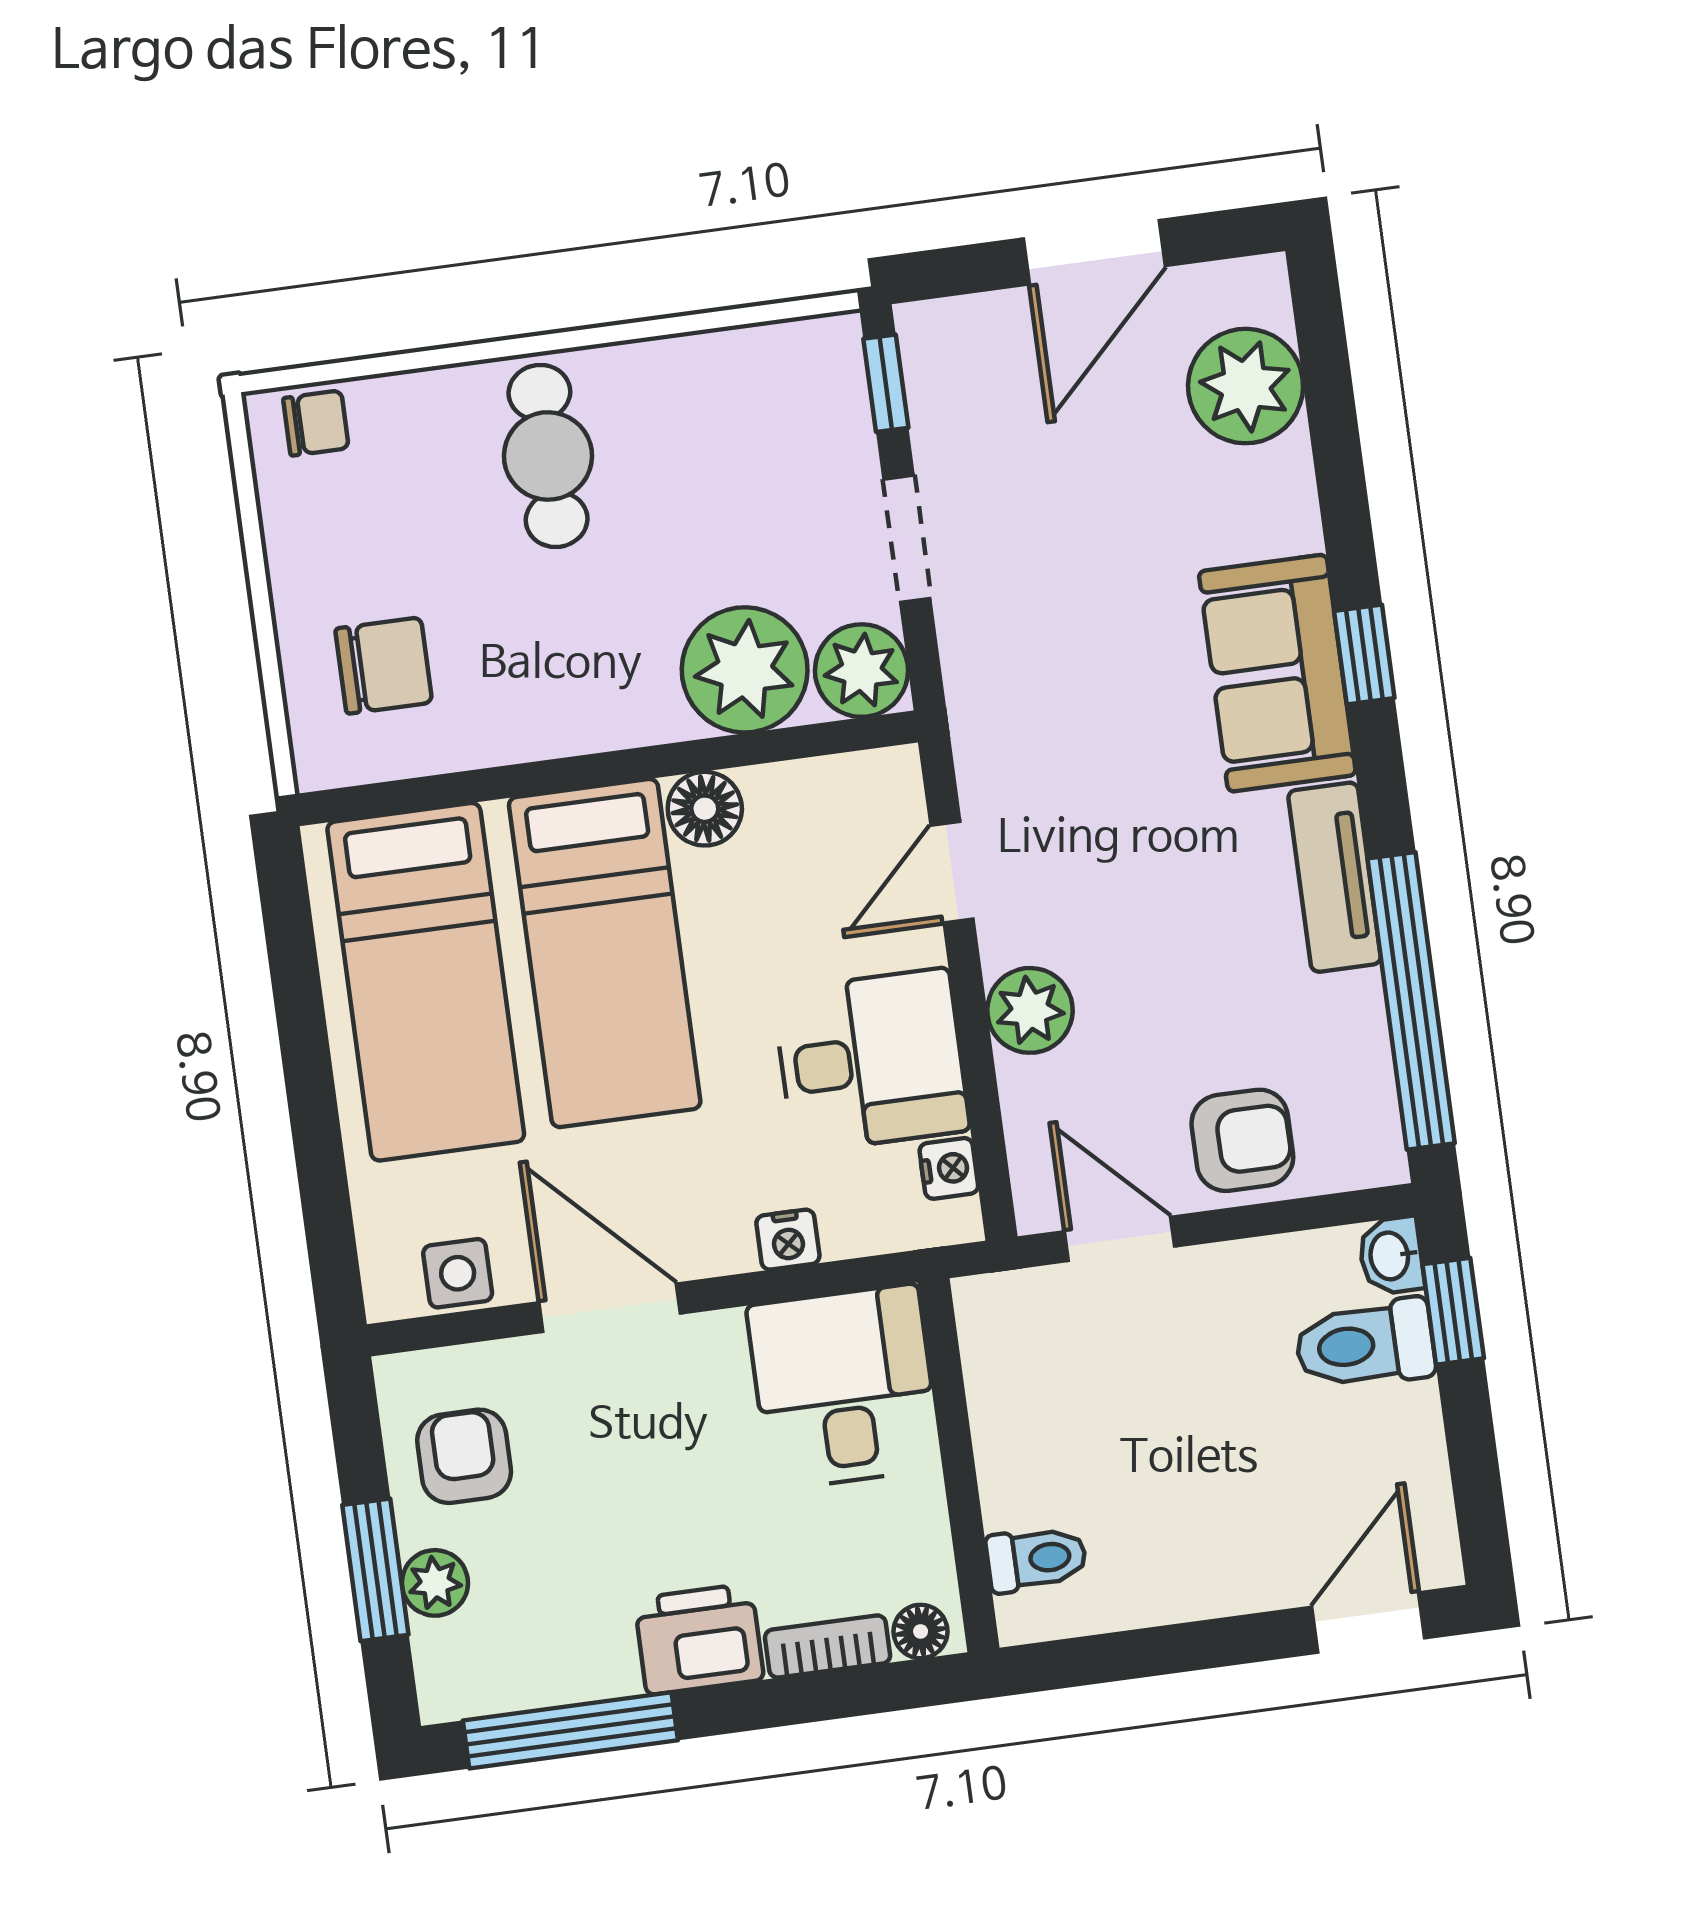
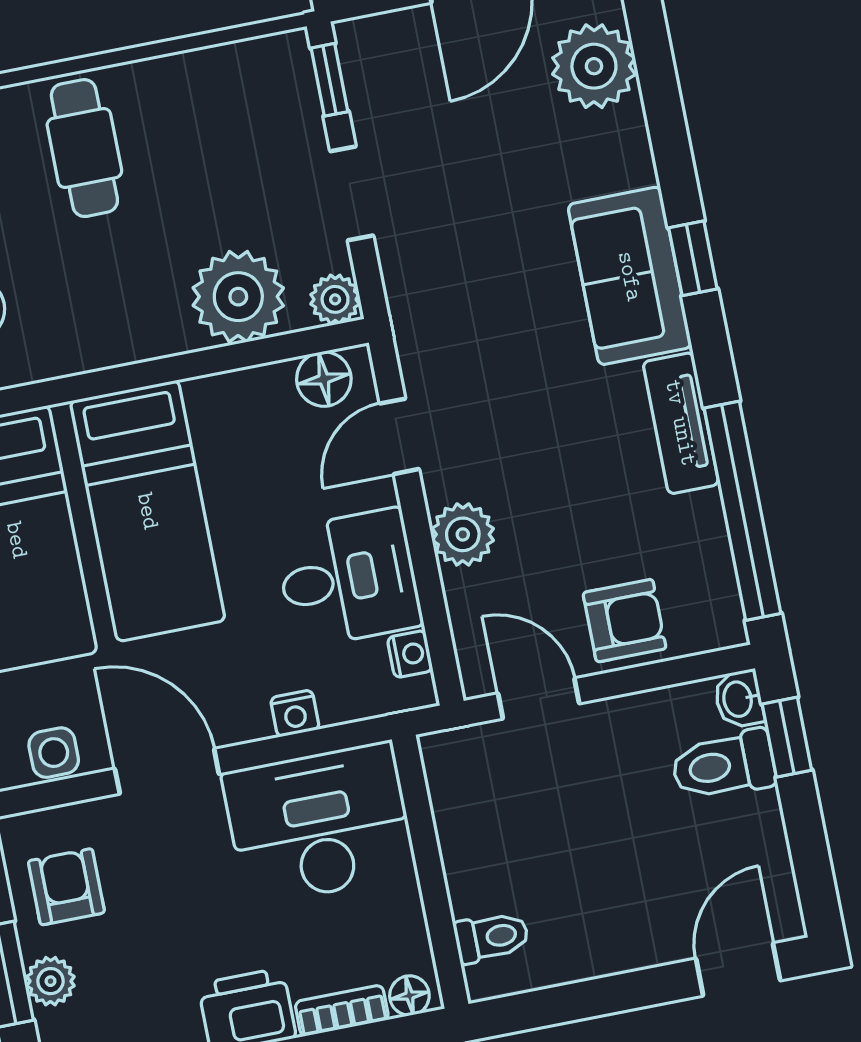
plant: (861, 671) -> (335, 299), width x0.73, depth x0.73
floor lamp: (705, 809) -> (324, 379), moved
desk: (844, 1387) -> (319, 824), width x1.37

